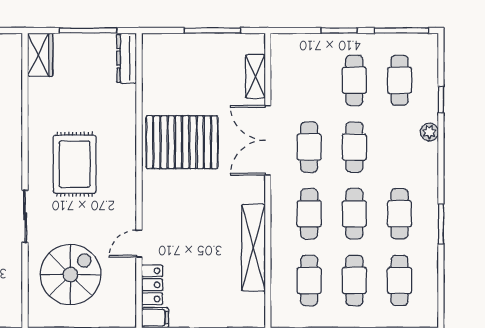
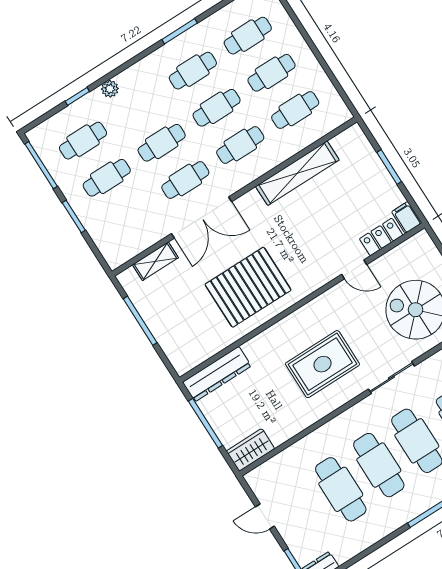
dresser: (127, 58) -> (217, 374), width x1.37, depth x1.24
pallet: (182, 142) -> (248, 287), turned 90

